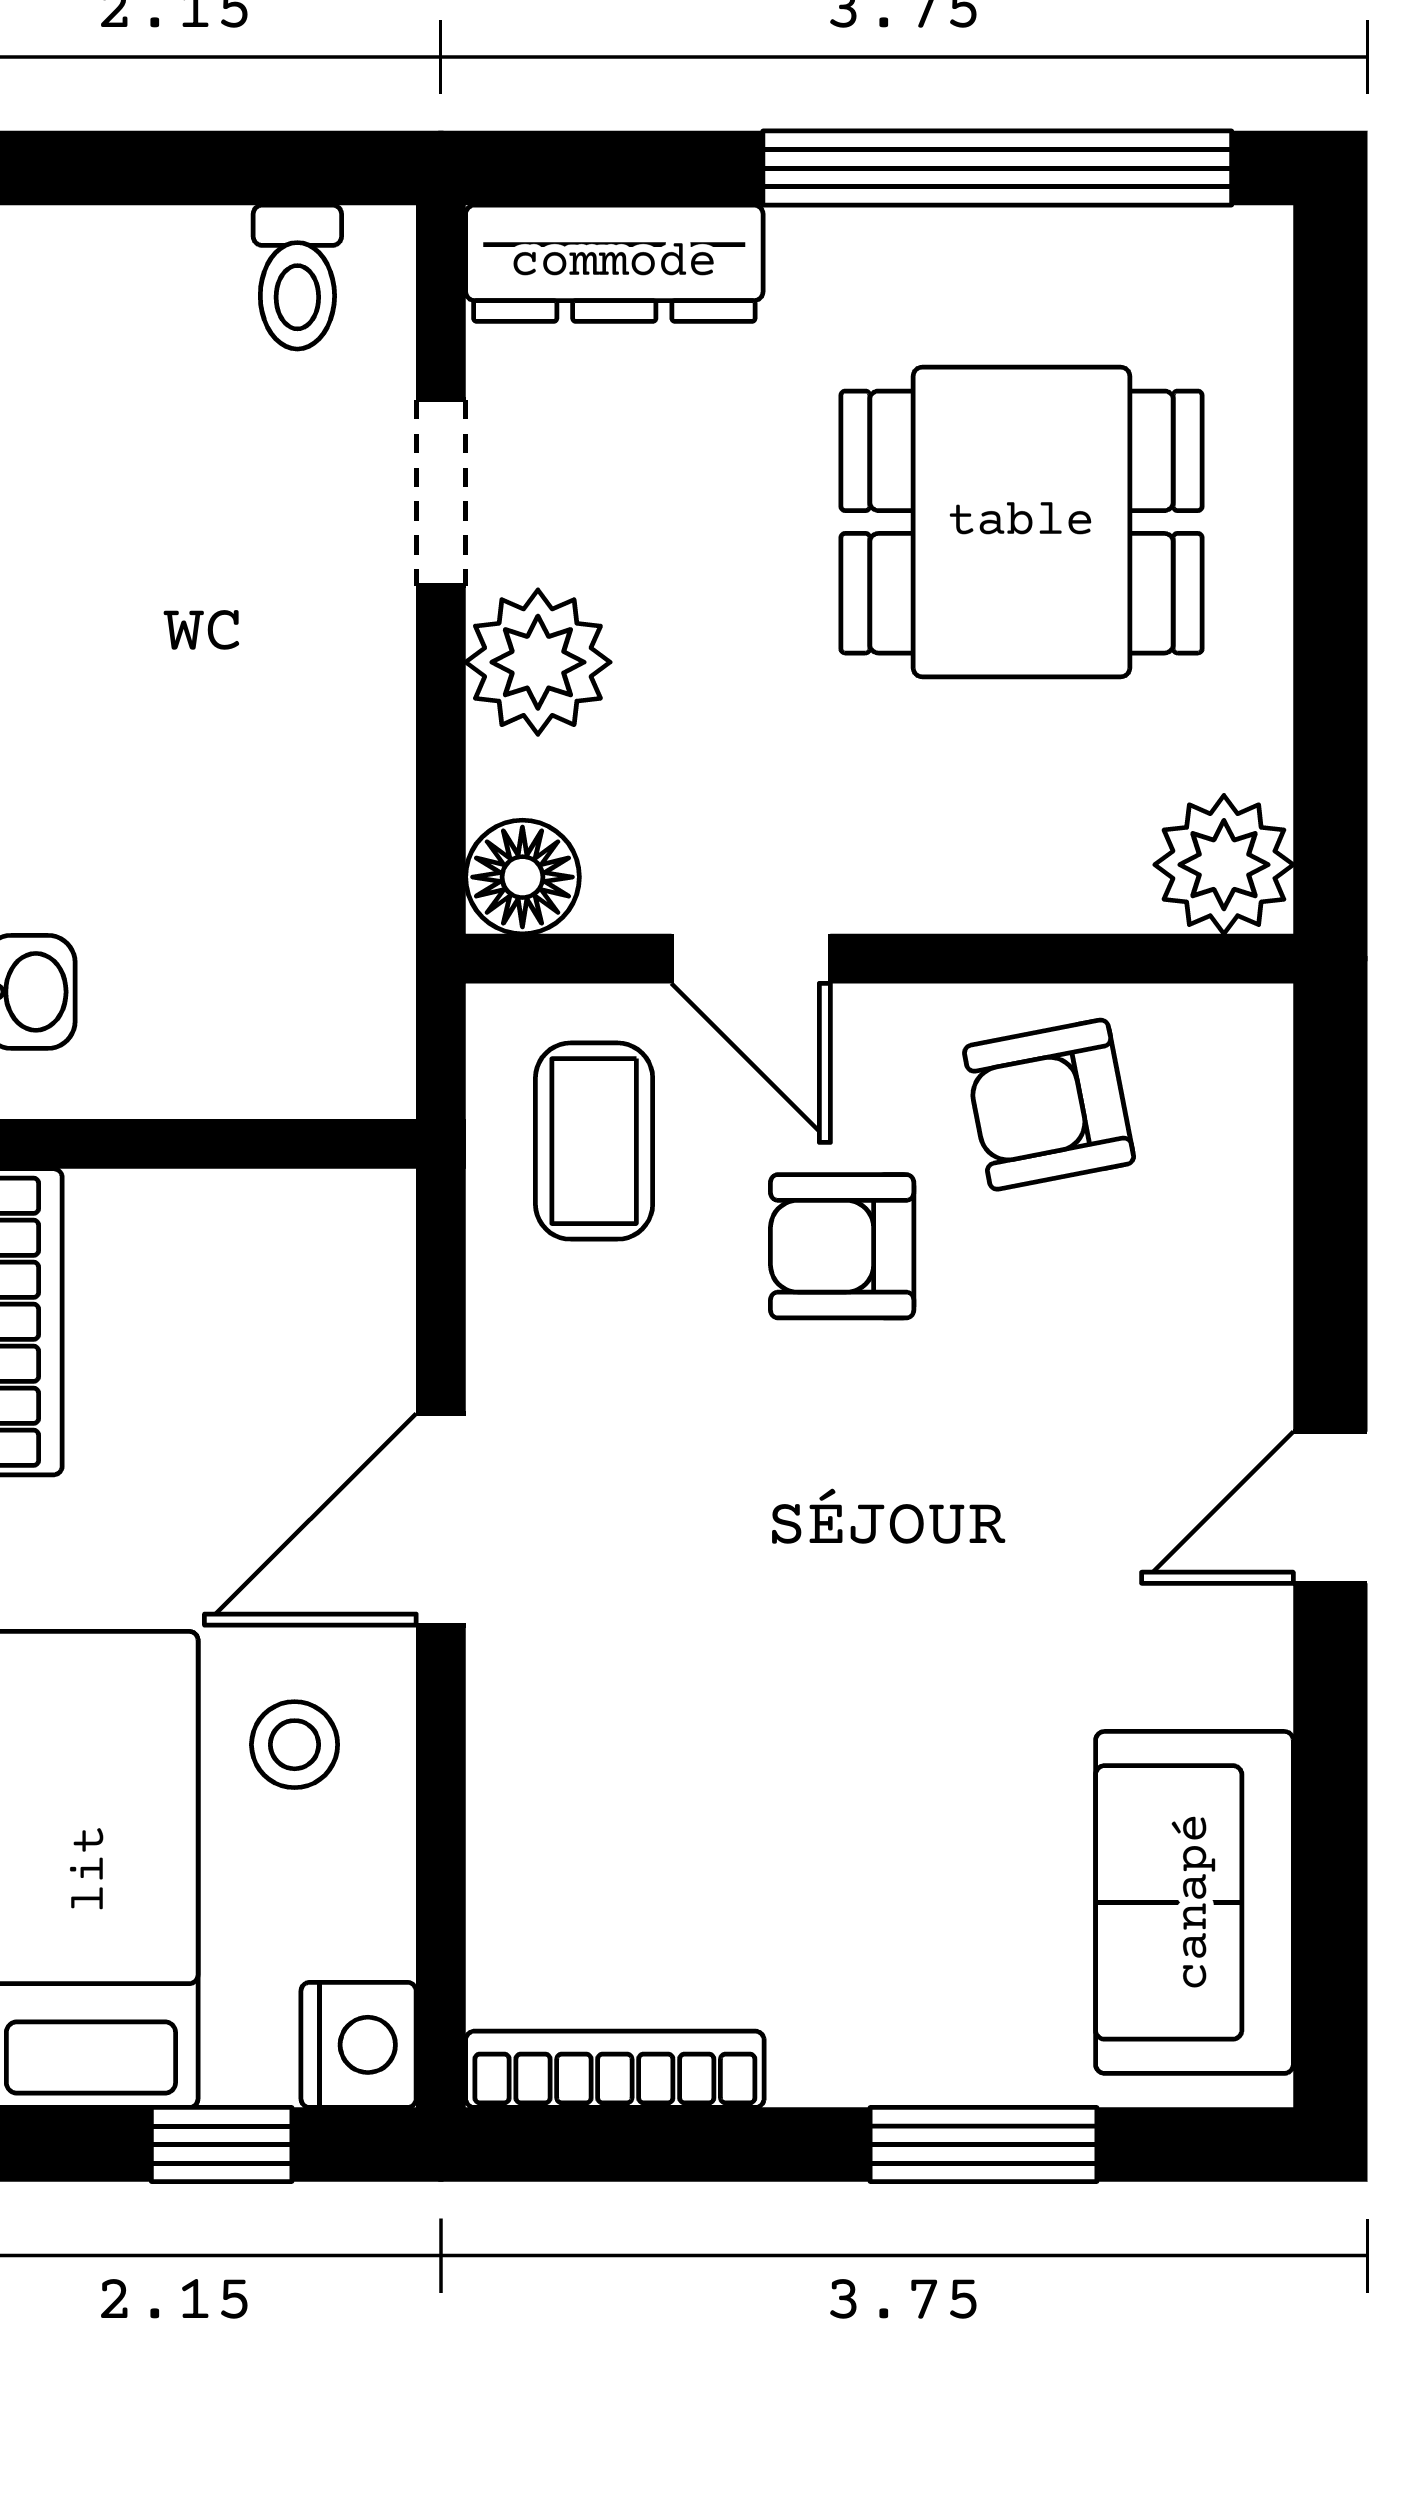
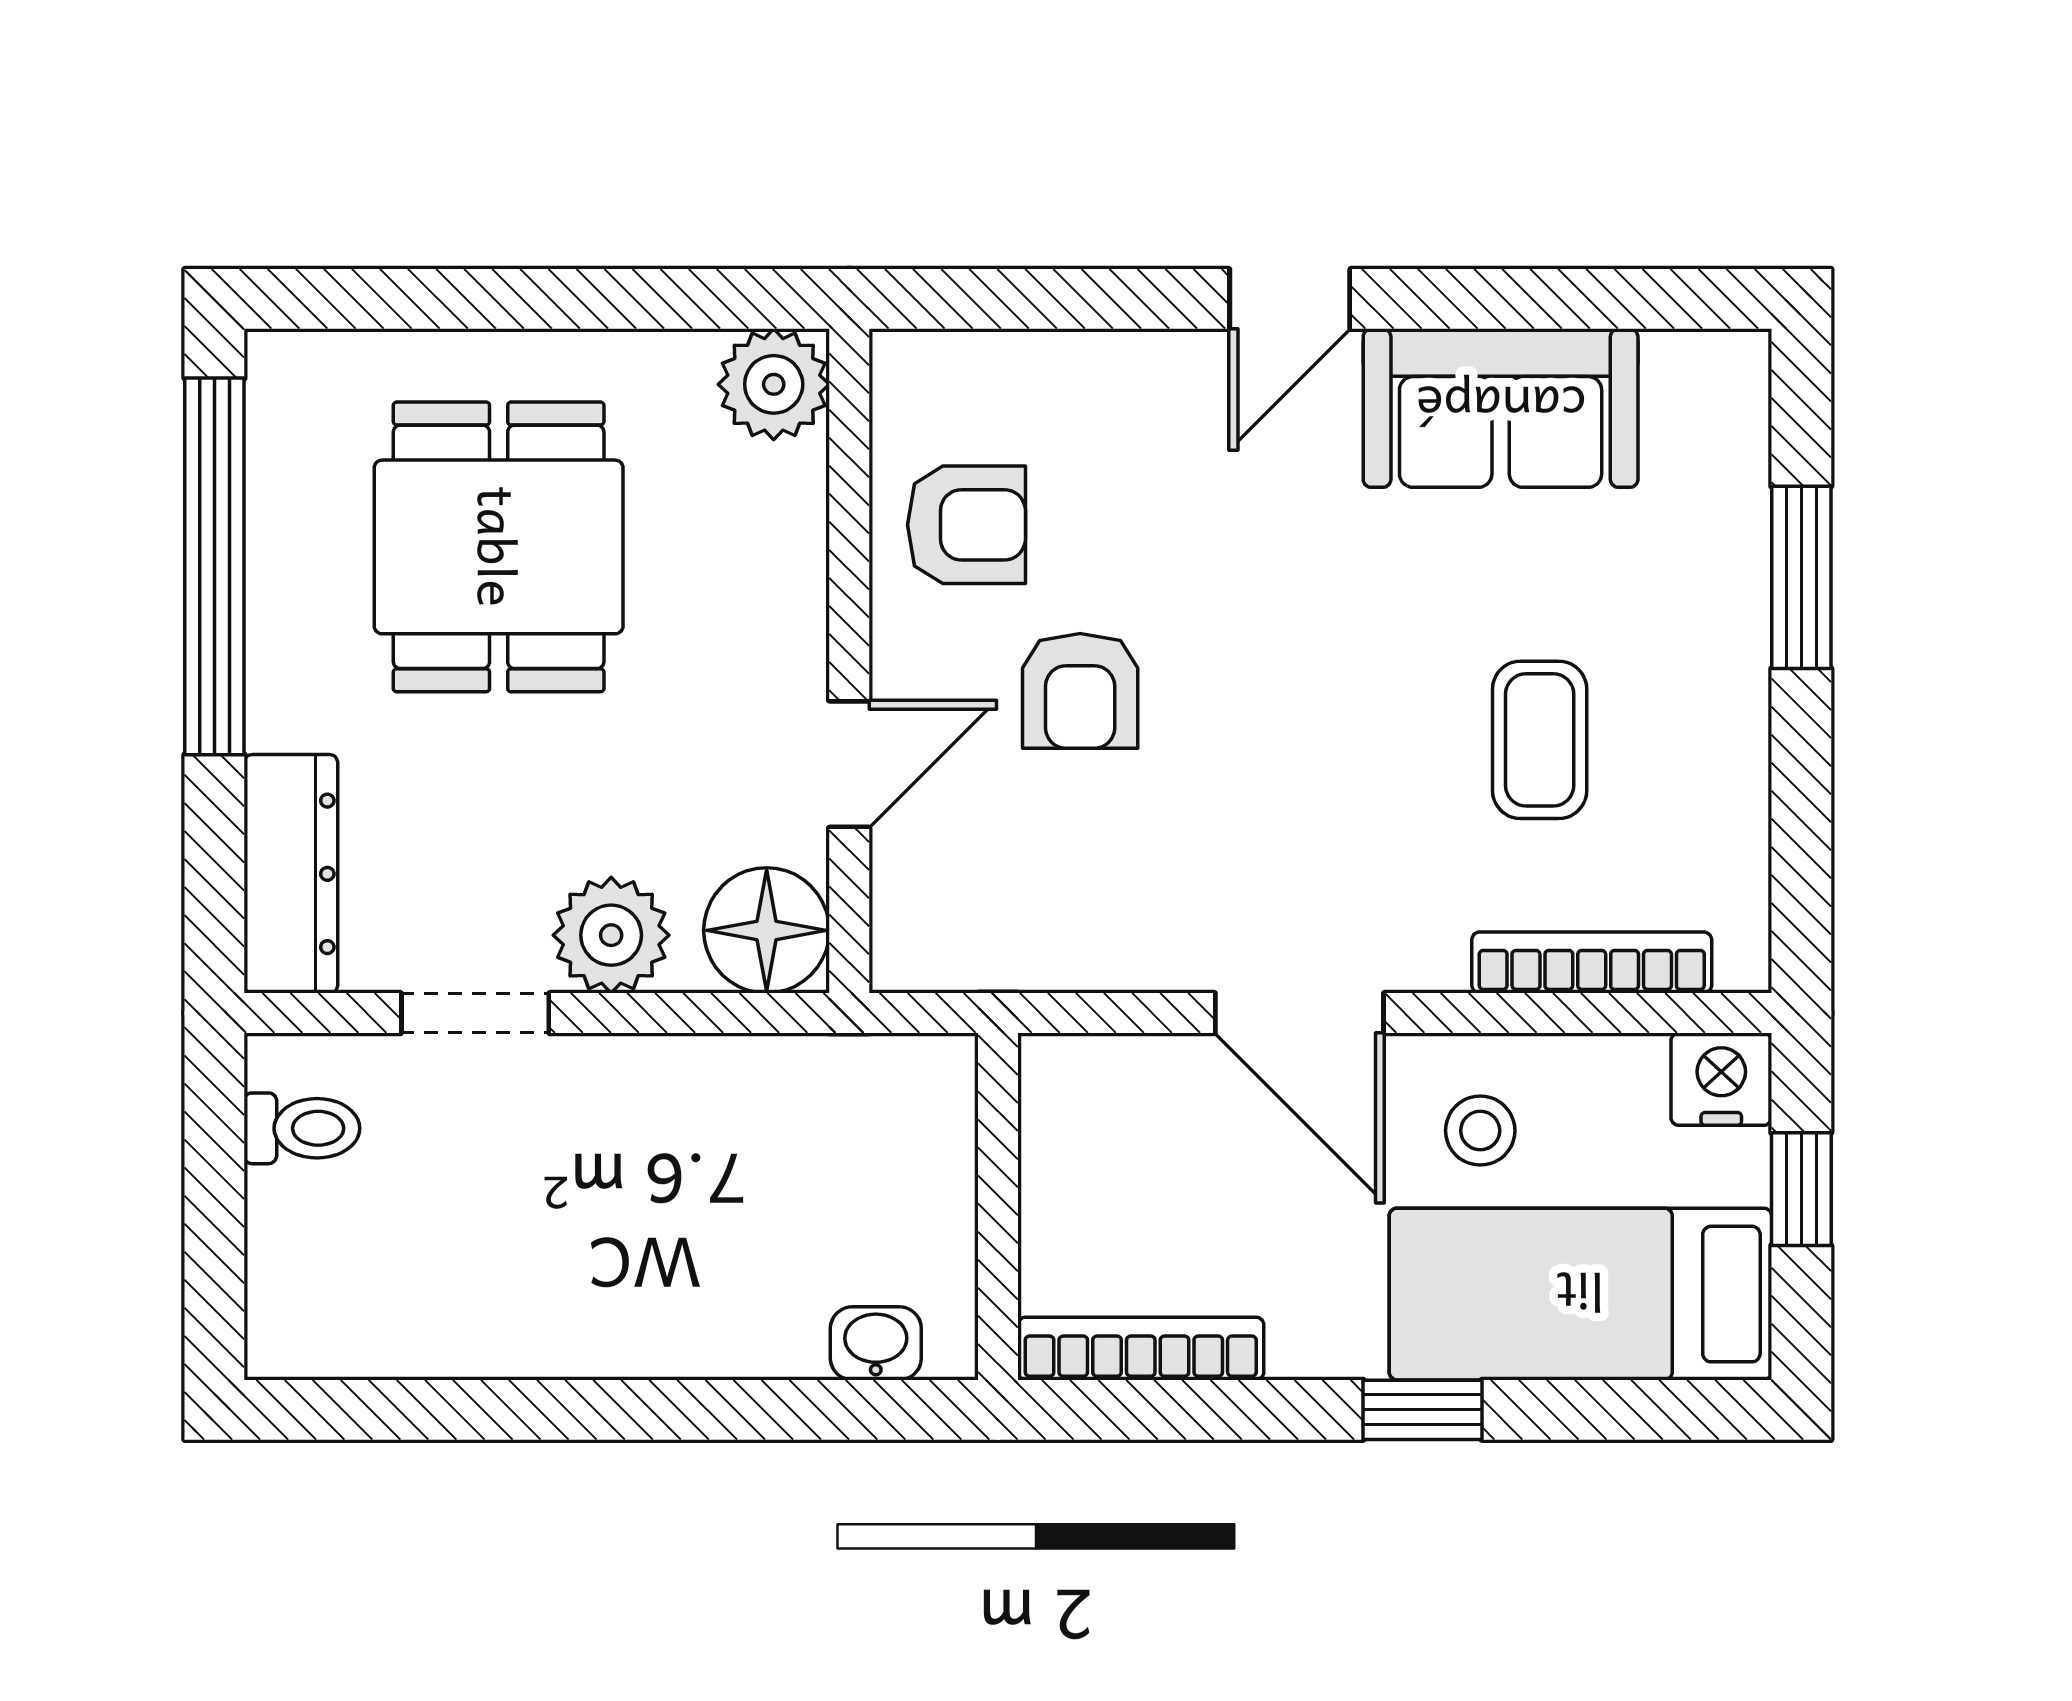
floor lamp: (522, 877) -> (767, 930), width x1.38, depth x1.38
armchair: (1049, 1105) -> (966, 525), turned -79
coffee table: (594, 1141) -> (1540, 740), moved, turned 90
door: (1330, 1508) -> (1290, 299), hinge flipped
sofa: (1194, 1902) -> (1501, 408), moved
bookcase: (615, 2069) -> (1592, 963), moved, turned 90

